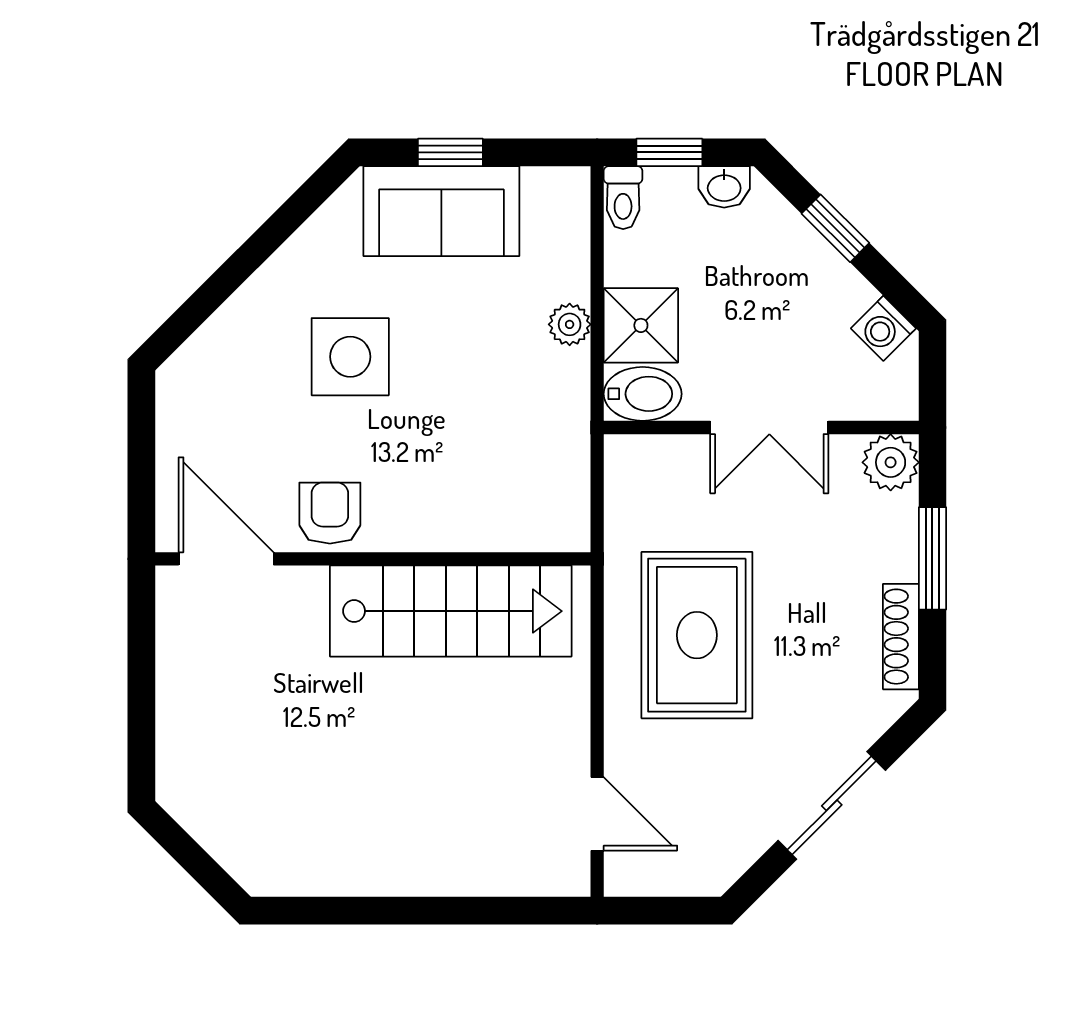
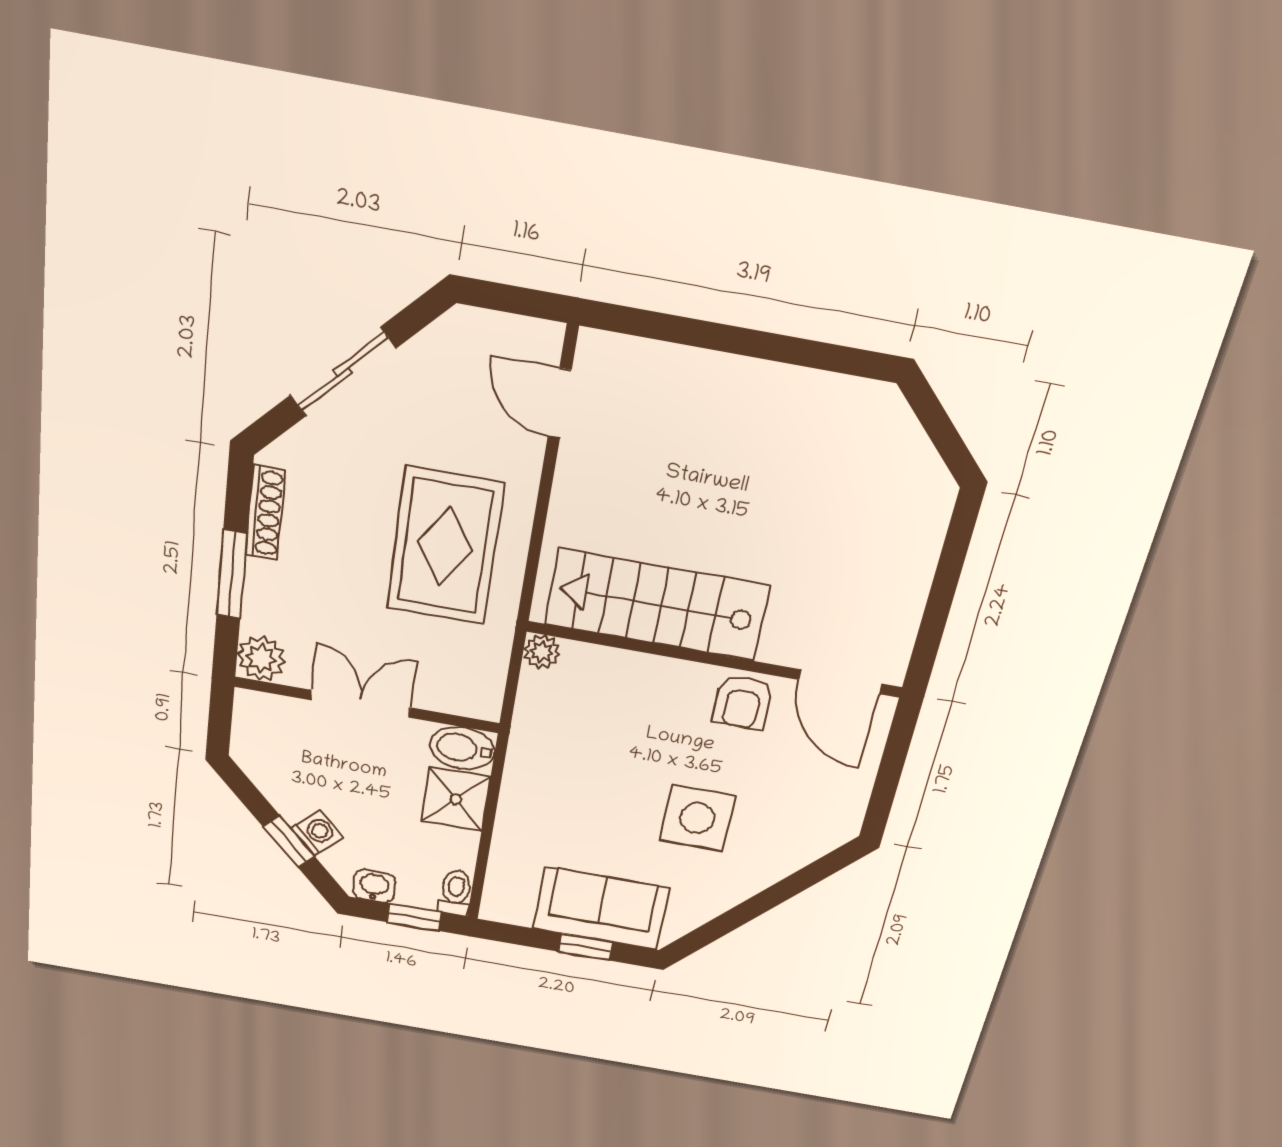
plant: (570, 324) -> (542, 652), moved
washing machine: (883, 328) -> (317, 833), moved

